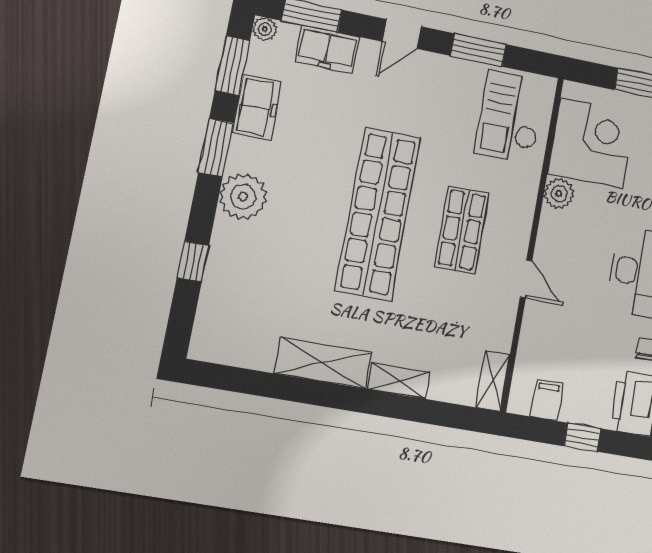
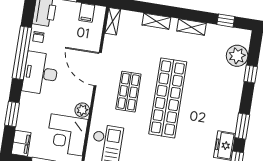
plant: (243, 197) -> (237, 56), moved
door: (526, 279) -> (98, 69), width x1.88
shelving: (323, 363) -> (192, 27), width x0.67, depth x0.75
window: (245, 381) -> (226, 21), added

